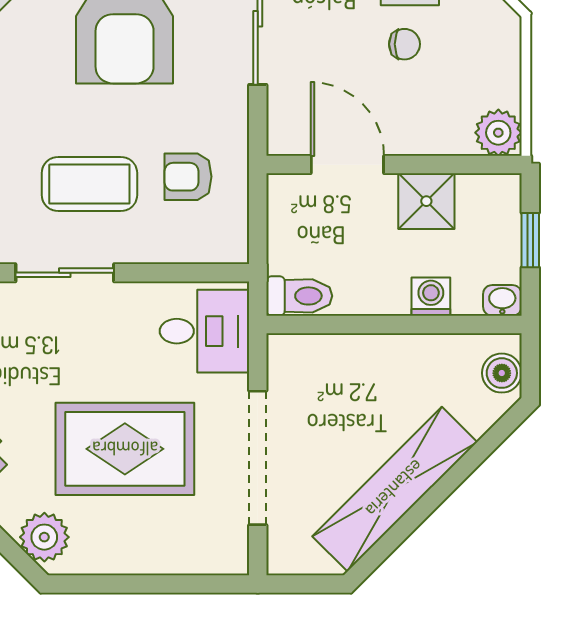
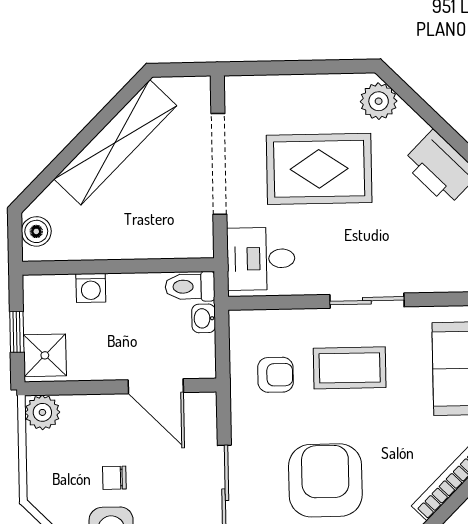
shower: (426, 201) -> (45, 355), moved
washbasin: (502, 300) -> (204, 318), moved, turned 90

